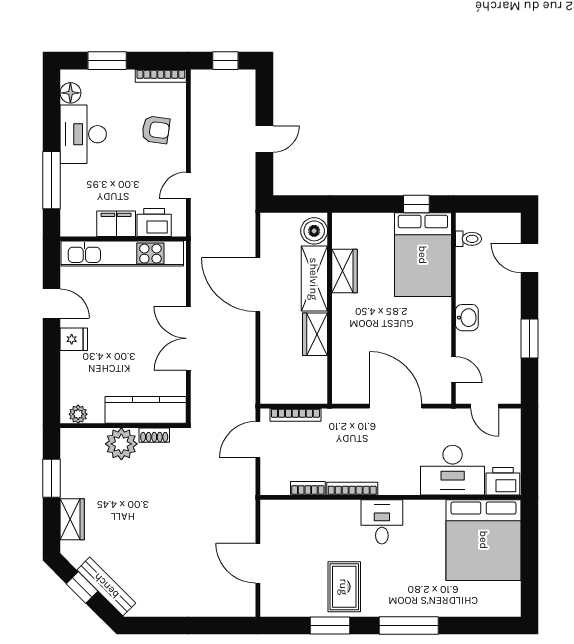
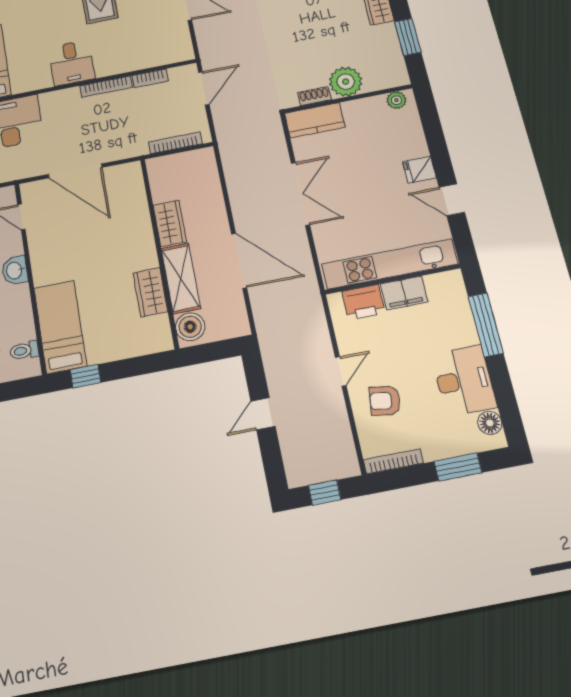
door: (188, 185) -> (341, 371), moved
bed: (423, 255) -> (60, 327), width x0.67
kitchen counter: (146, 410) -> (315, 120), width x0.67
door: (258, 439) -> (204, 88), moved

